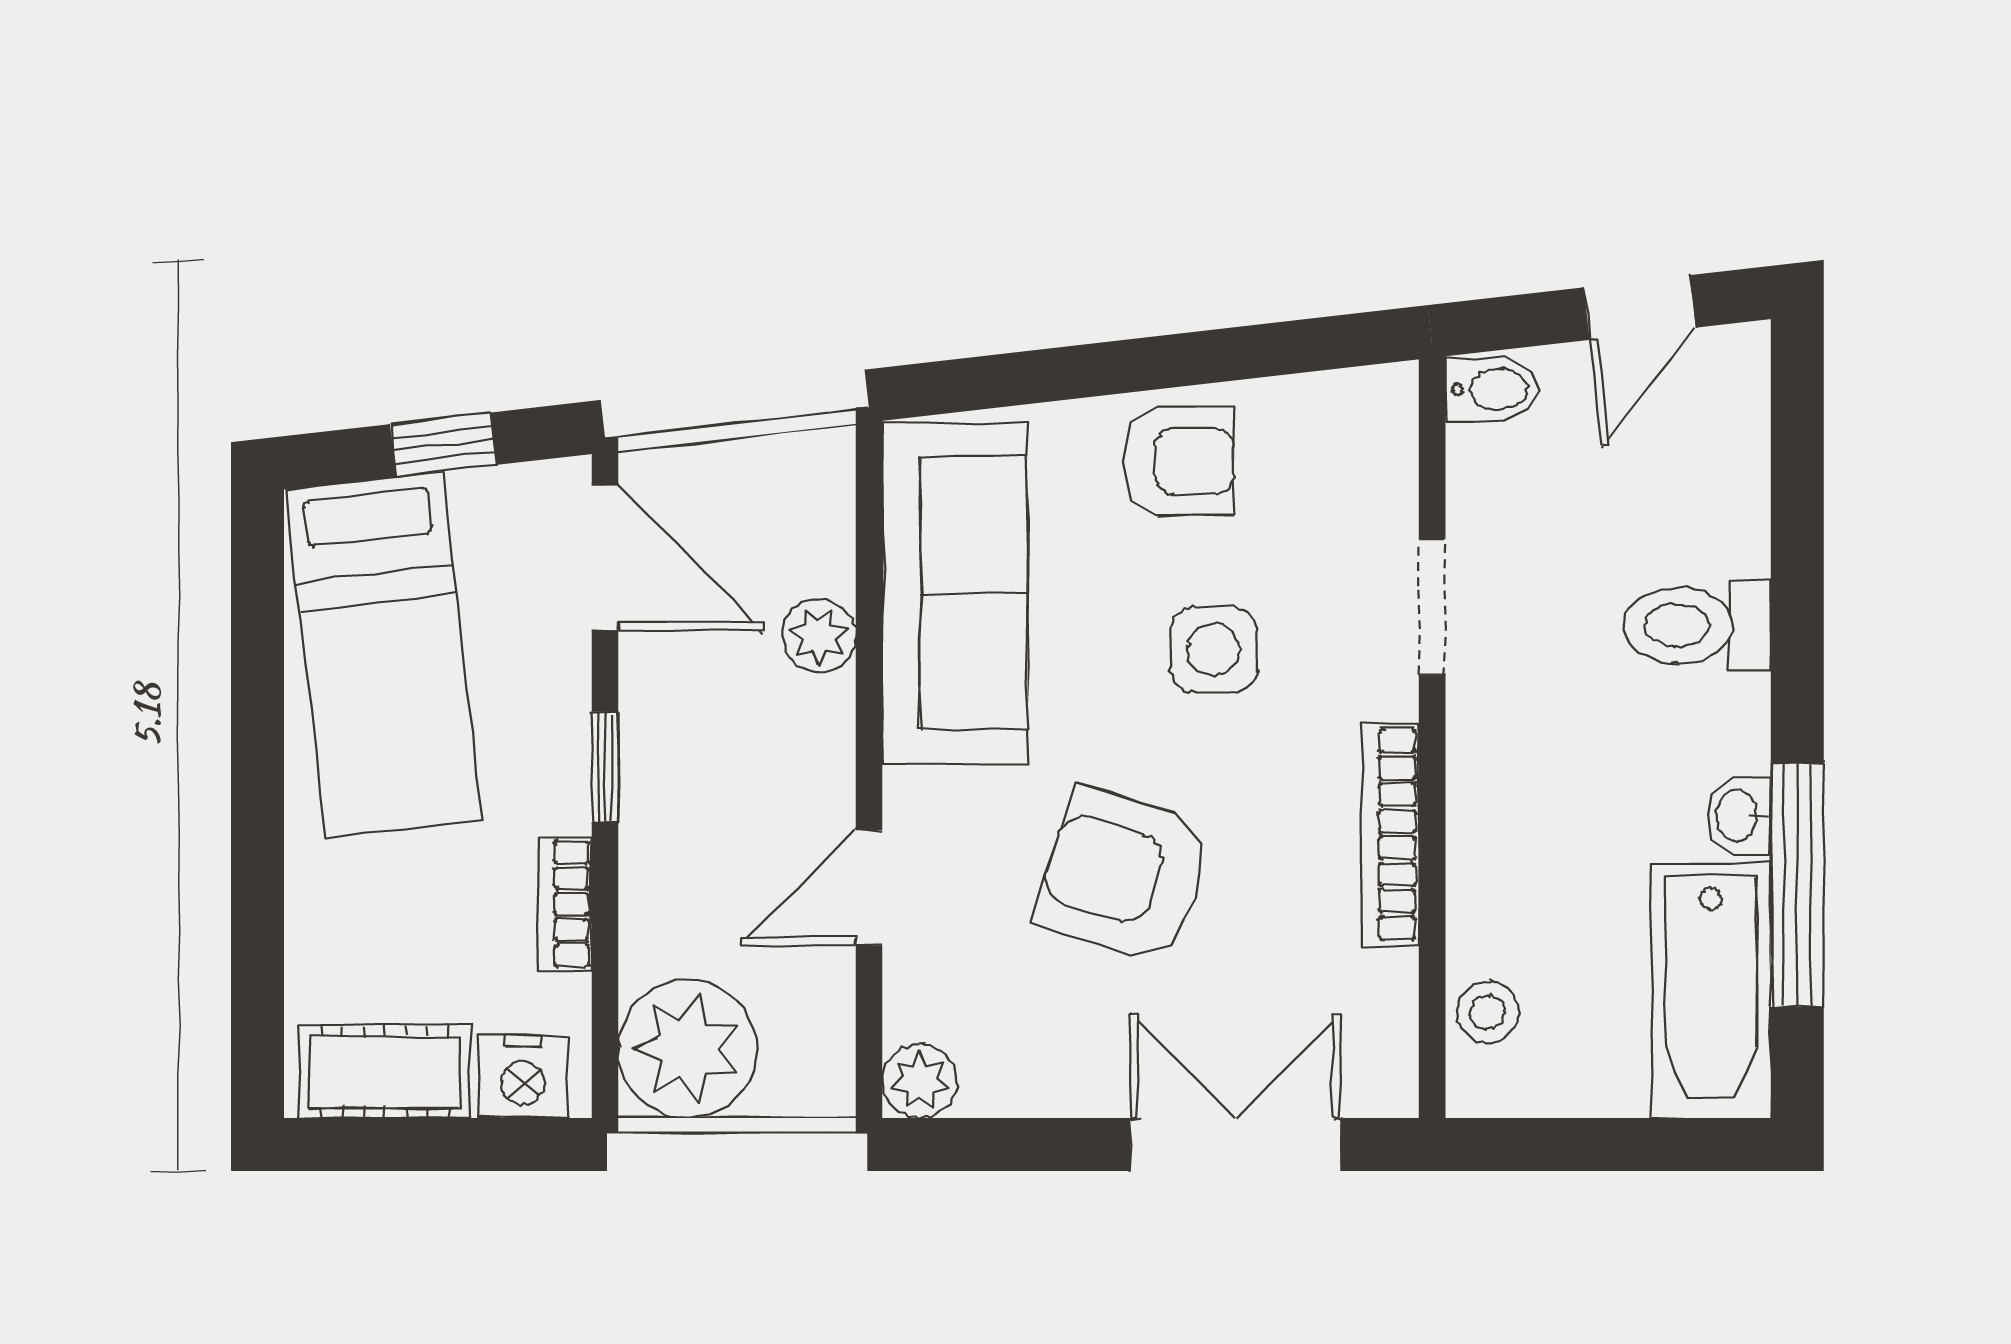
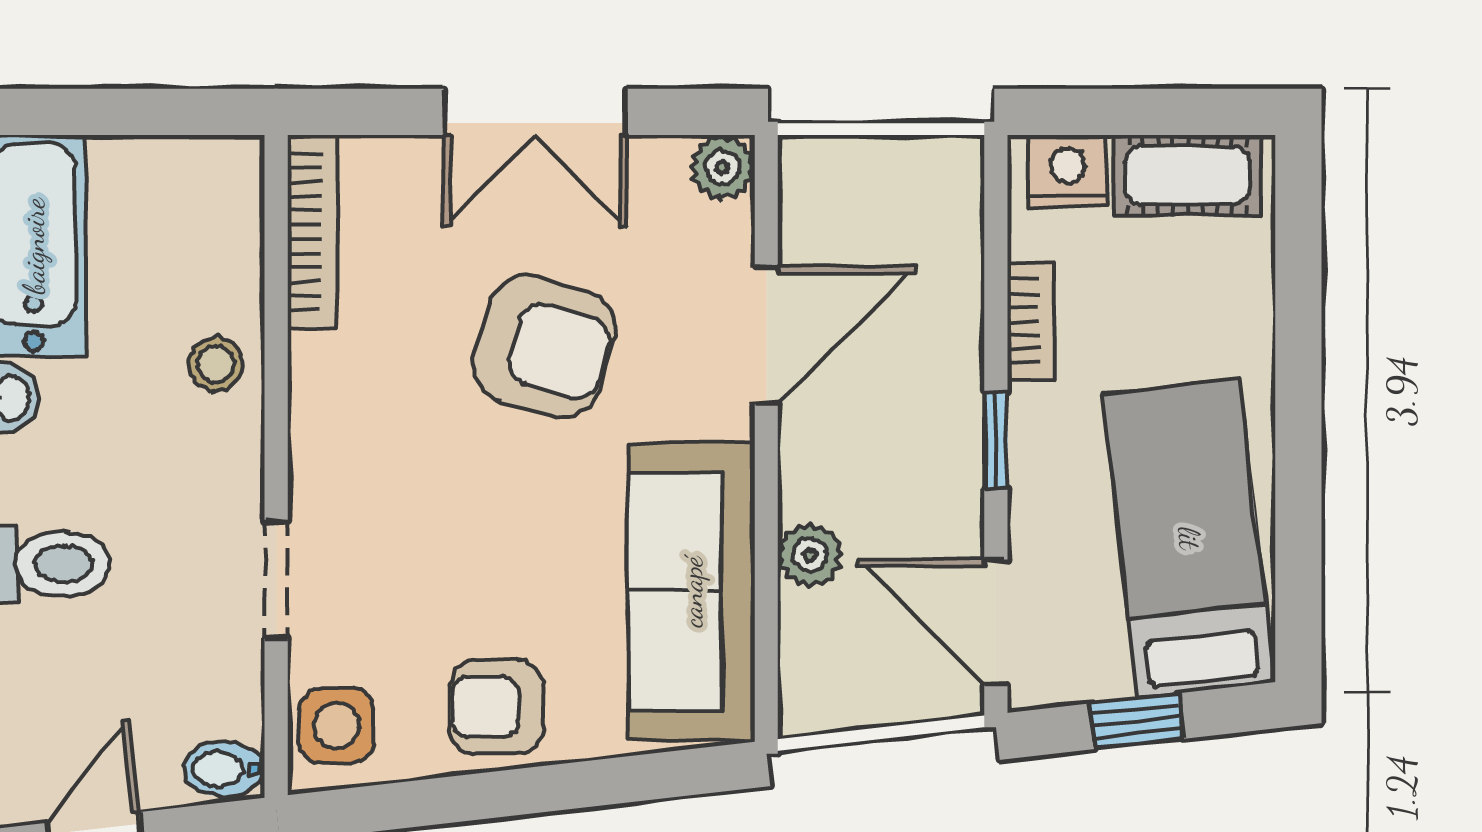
side table: (1214, 650) -> (337, 726), moved
bookcase: (1390, 834) -> (312, 232), moved
door: (869, 888) -> (766, 335), width x1.38
stool: (1488, 1012) -> (216, 364), moved
plant: (687, 1049) -> (924, 195), removed
double door: (1235, 1145) -> (535, 112), moved

